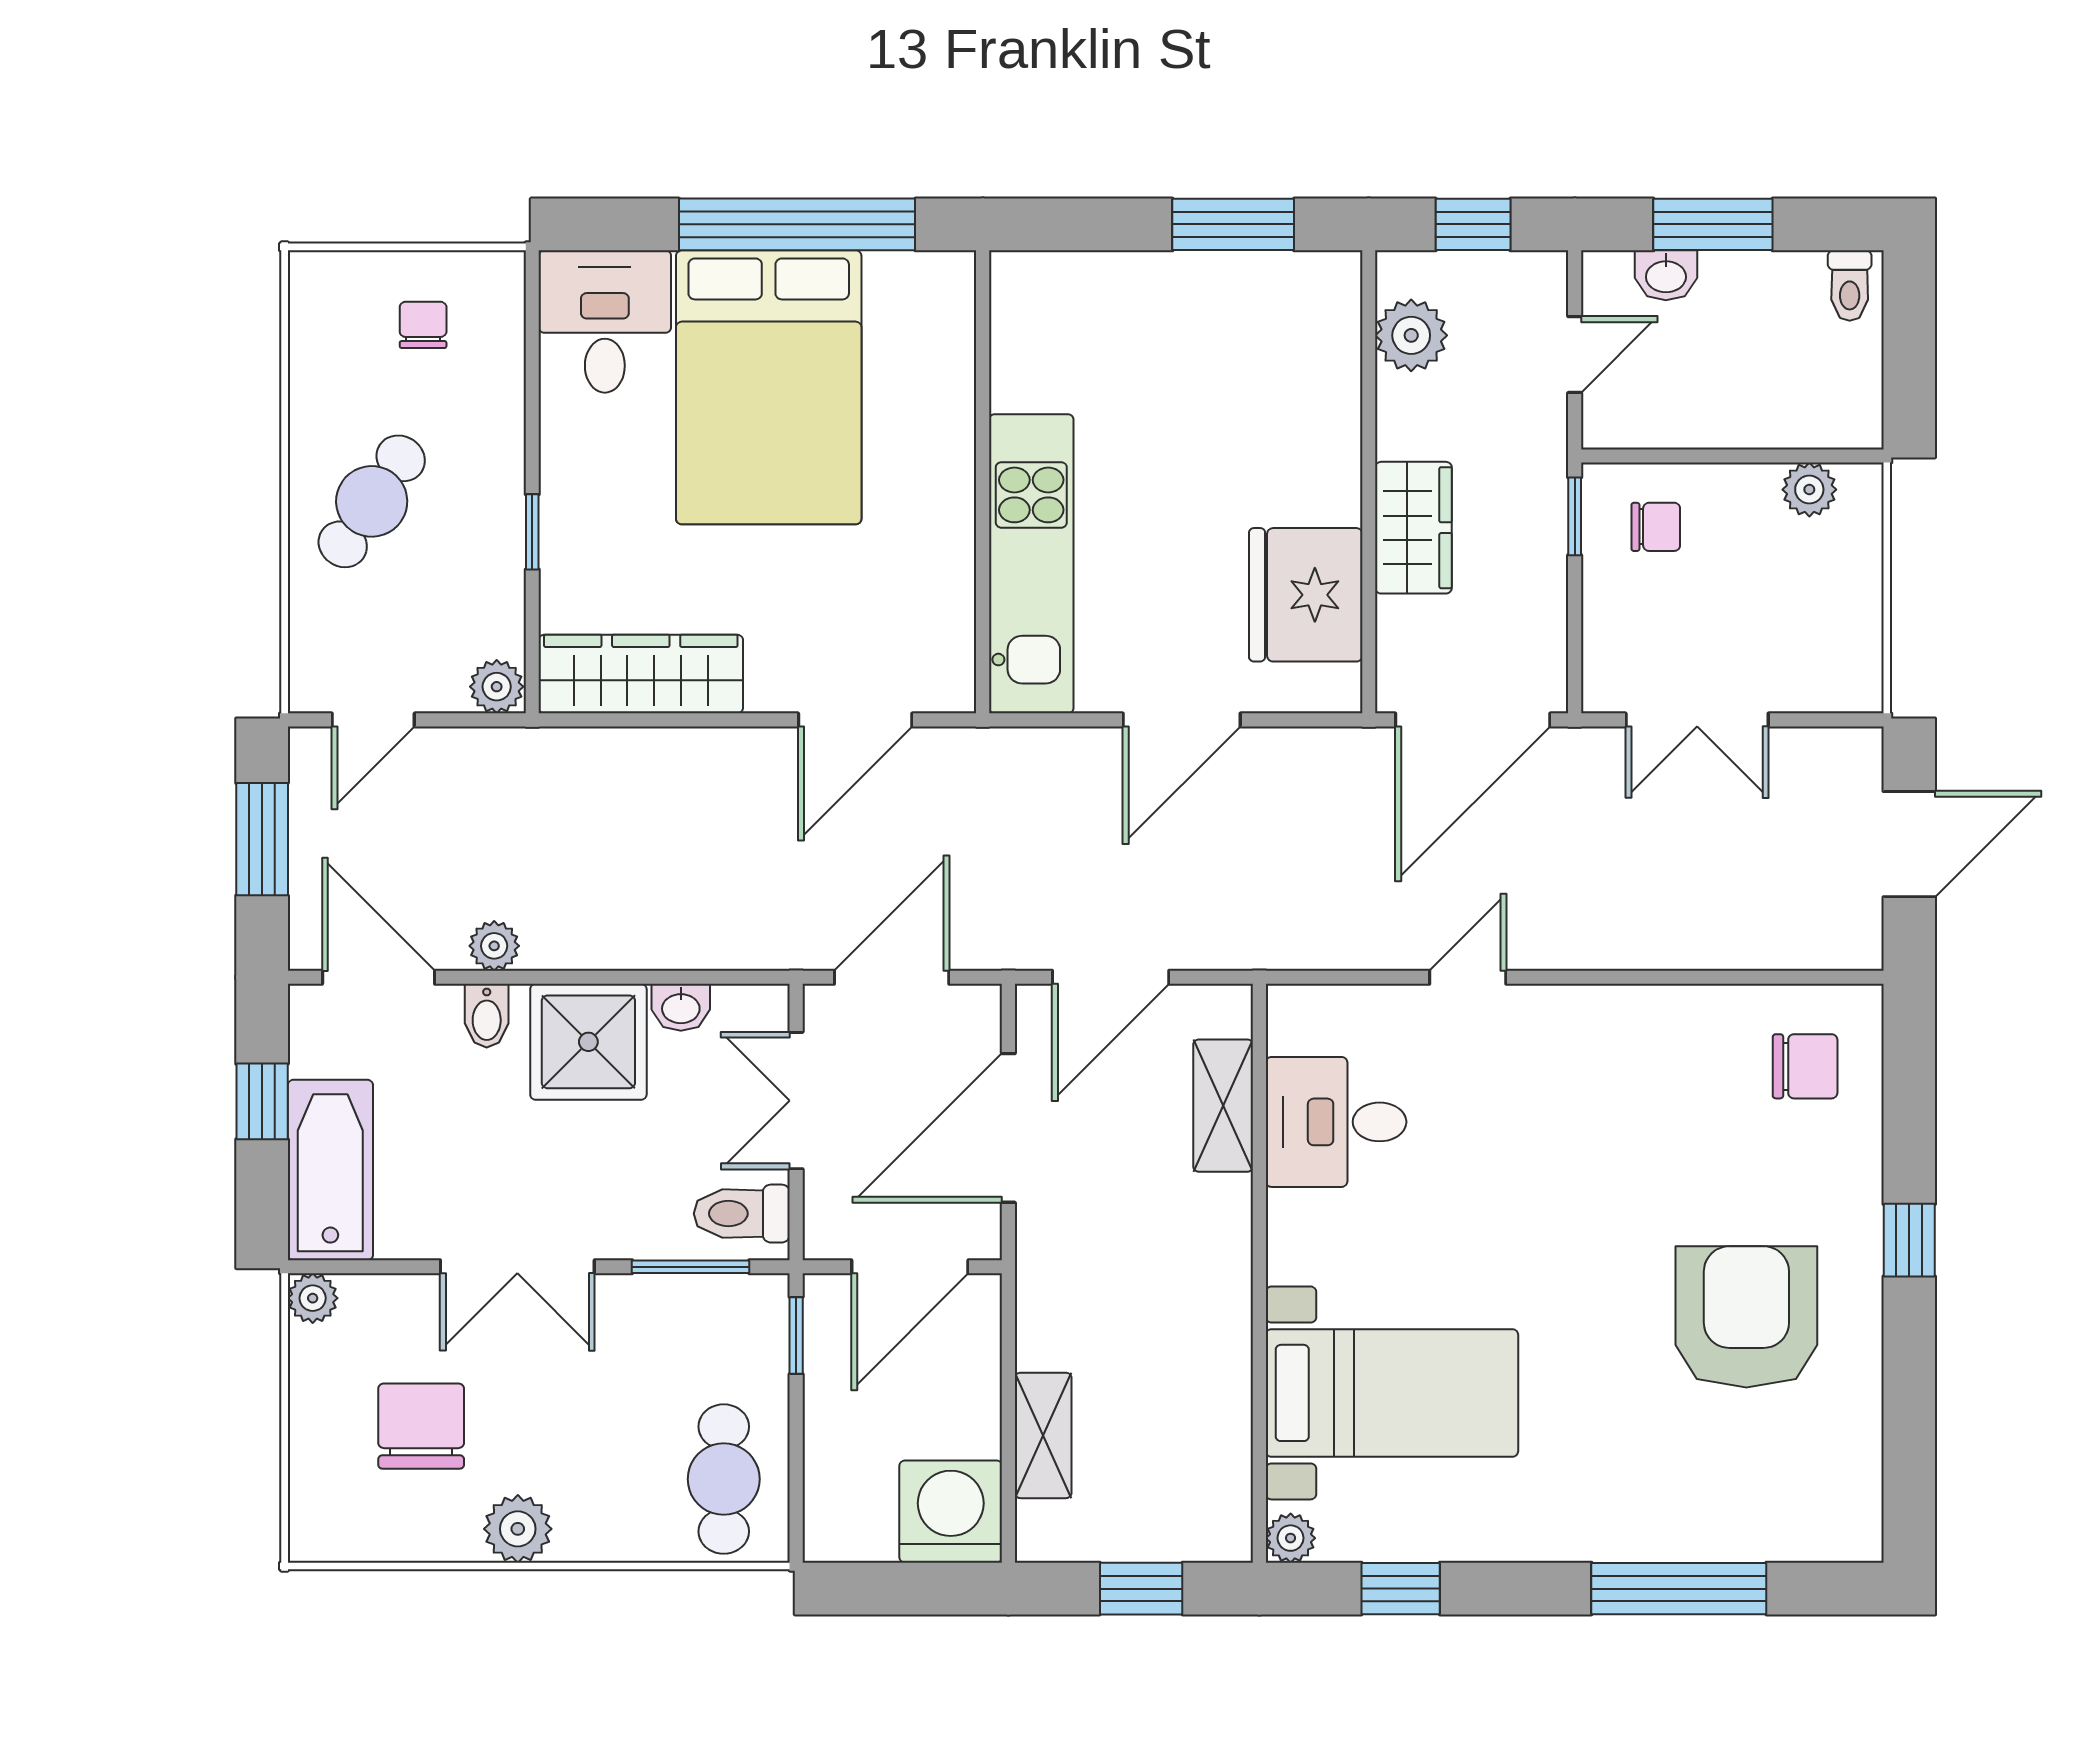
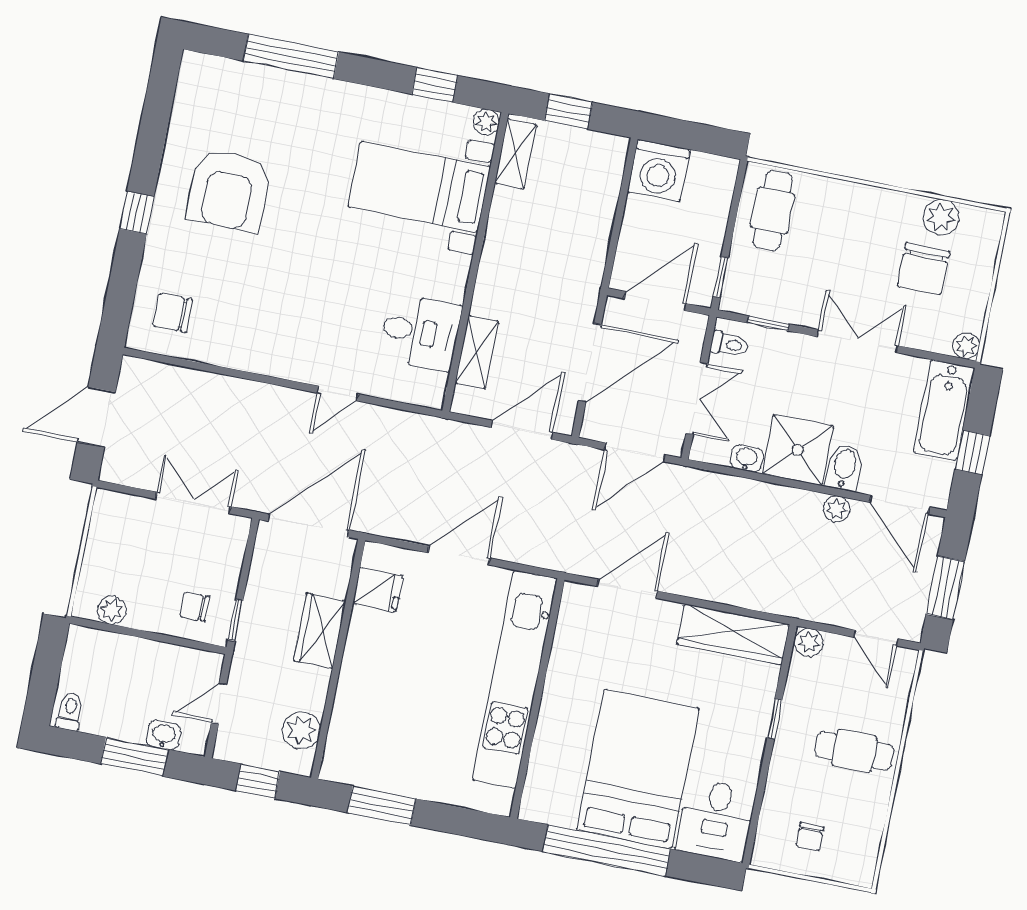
cafe table: (372, 501) -> (854, 751), turned 56
kitchen unit: (1031, 564) -> (515, 679), width x1.36
fridge: (1306, 595) -> (378, 590), width x0.53, depth x0.75
door: (373, 720) -> (876, 638), swing flipped
bidet: (487, 1016) -> (844, 467), width x1.38, depth x1.36
toilet: (742, 1214) -> (729, 344), width x0.73, depth x0.72
window: (691, 1267) -> (768, 323), width x0.67
shelving: (1043, 1435) -> (515, 154), moved
plant: (518, 1529) -> (941, 217), moved

